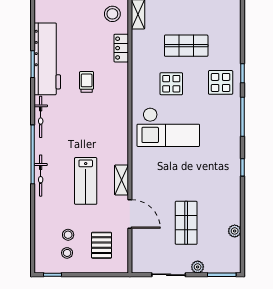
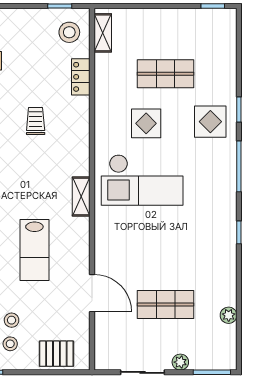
shelving: (121, 180) -> (81, 197), moved
shop shelf: (186, 223) -> (165, 305), turned 90
pallet: (102, 245) -> (56, 354), moved, turned 90

